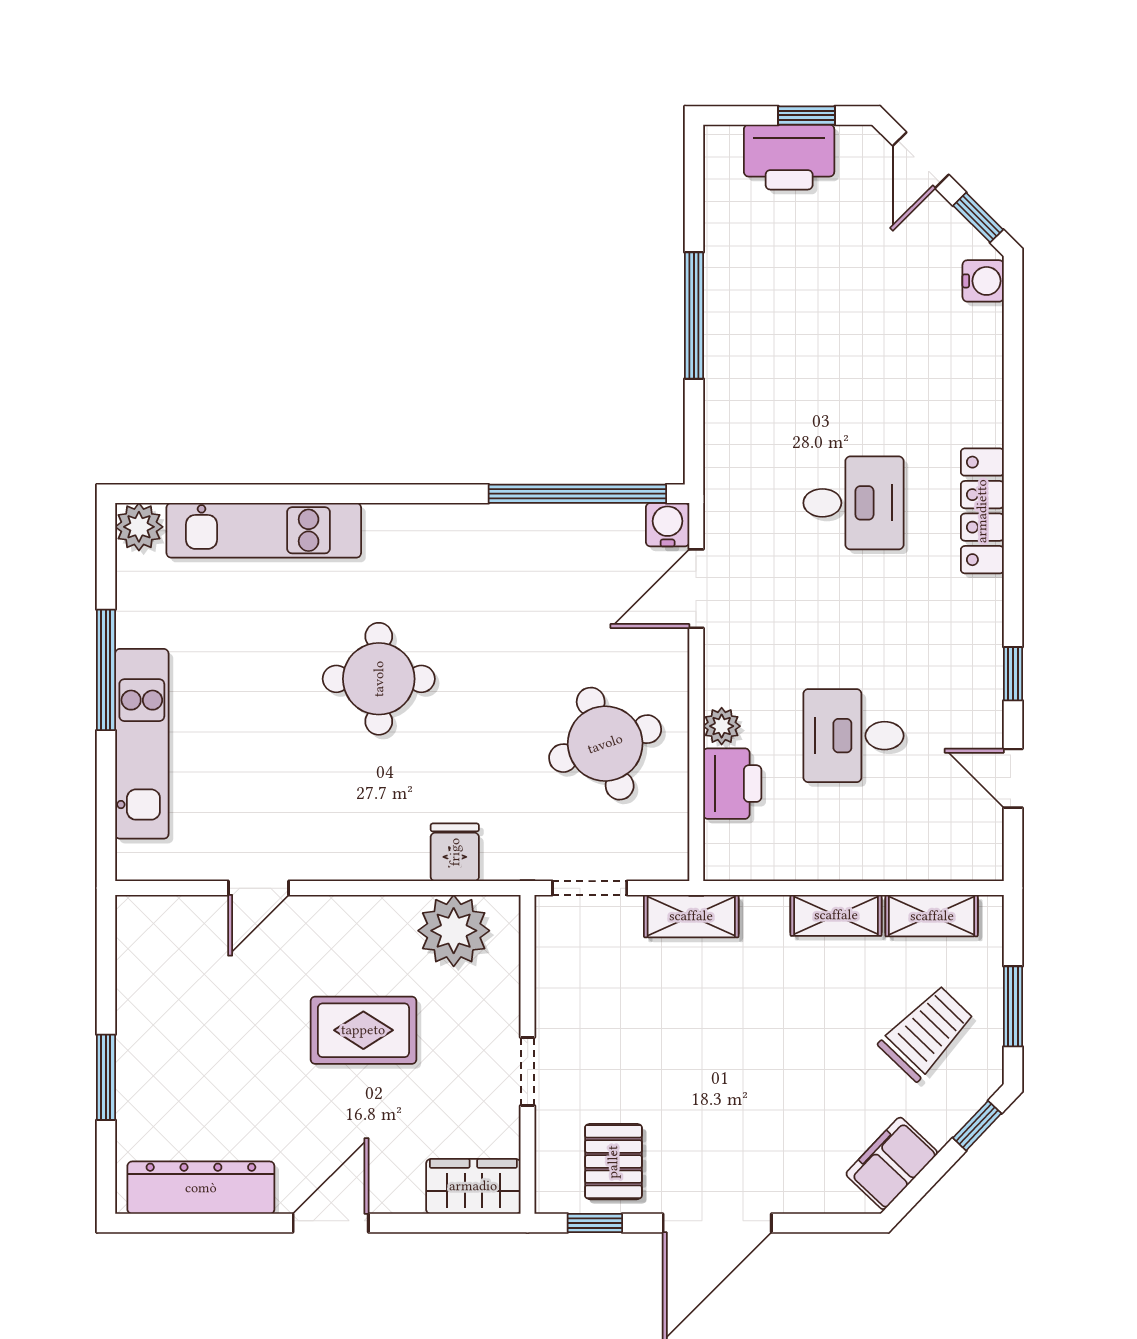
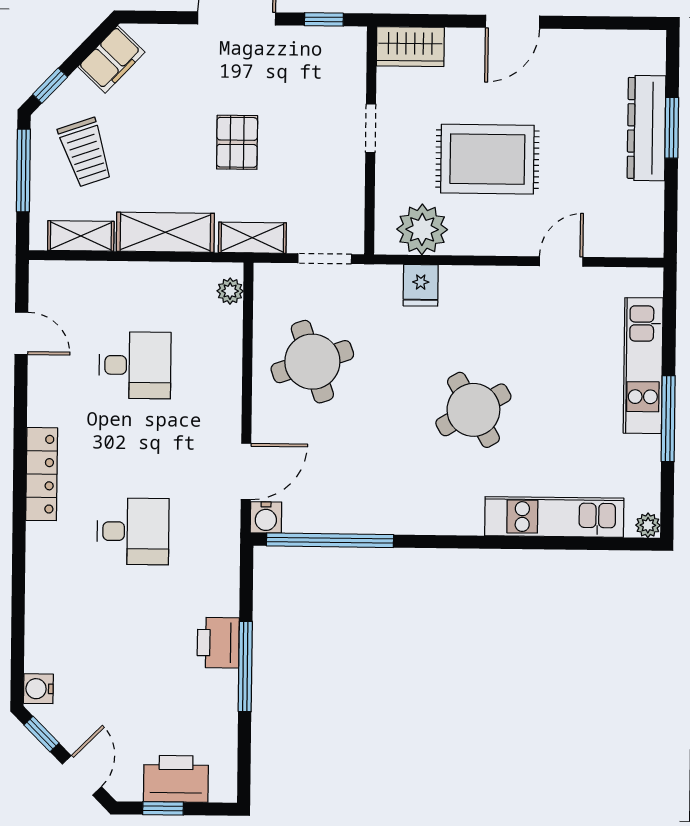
desk: (853, 503) -> (133, 531), turned 180
locker: (982, 511) -> (42, 474), moved
plant: (139, 527) -> (648, 525), width x0.73, depth x0.73
window: (1013, 674) -> (21, 408), removed
round table: (379, 679) -> (473, 410), turned -30
plant: (722, 726) -> (230, 291), moved
printer: (732, 784) -> (218, 643), moved
shelving: (836, 915) -> (165, 232), width x1.50, depth x1.33
window: (1013, 1006) -> (23, 170), width x1.44
rug: (363, 1030) -> (487, 159), width x1.36, depth x1.43
trolley: (927, 1033) -> (85, 152), turned -63
pallet: (613, 1162) -> (237, 142), moved
dresser: (201, 1188) -> (646, 128), moved, turned 90

